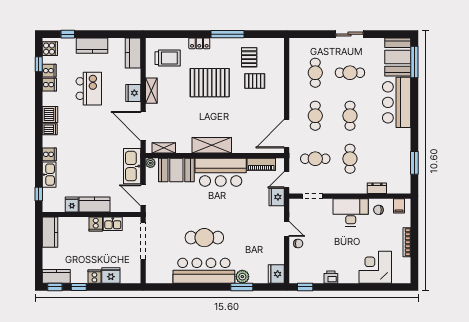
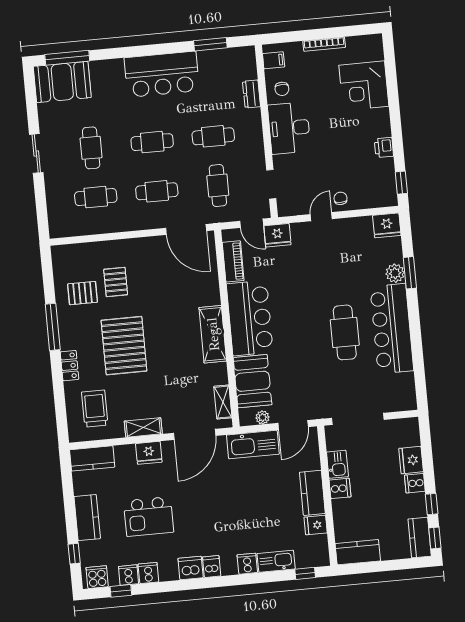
kitchen island: (89, 89) -> (149, 516), turned 180
bar counter: (397, 102) -> (162, 74), moved
plant: (150, 163) -> (262, 417), moved

